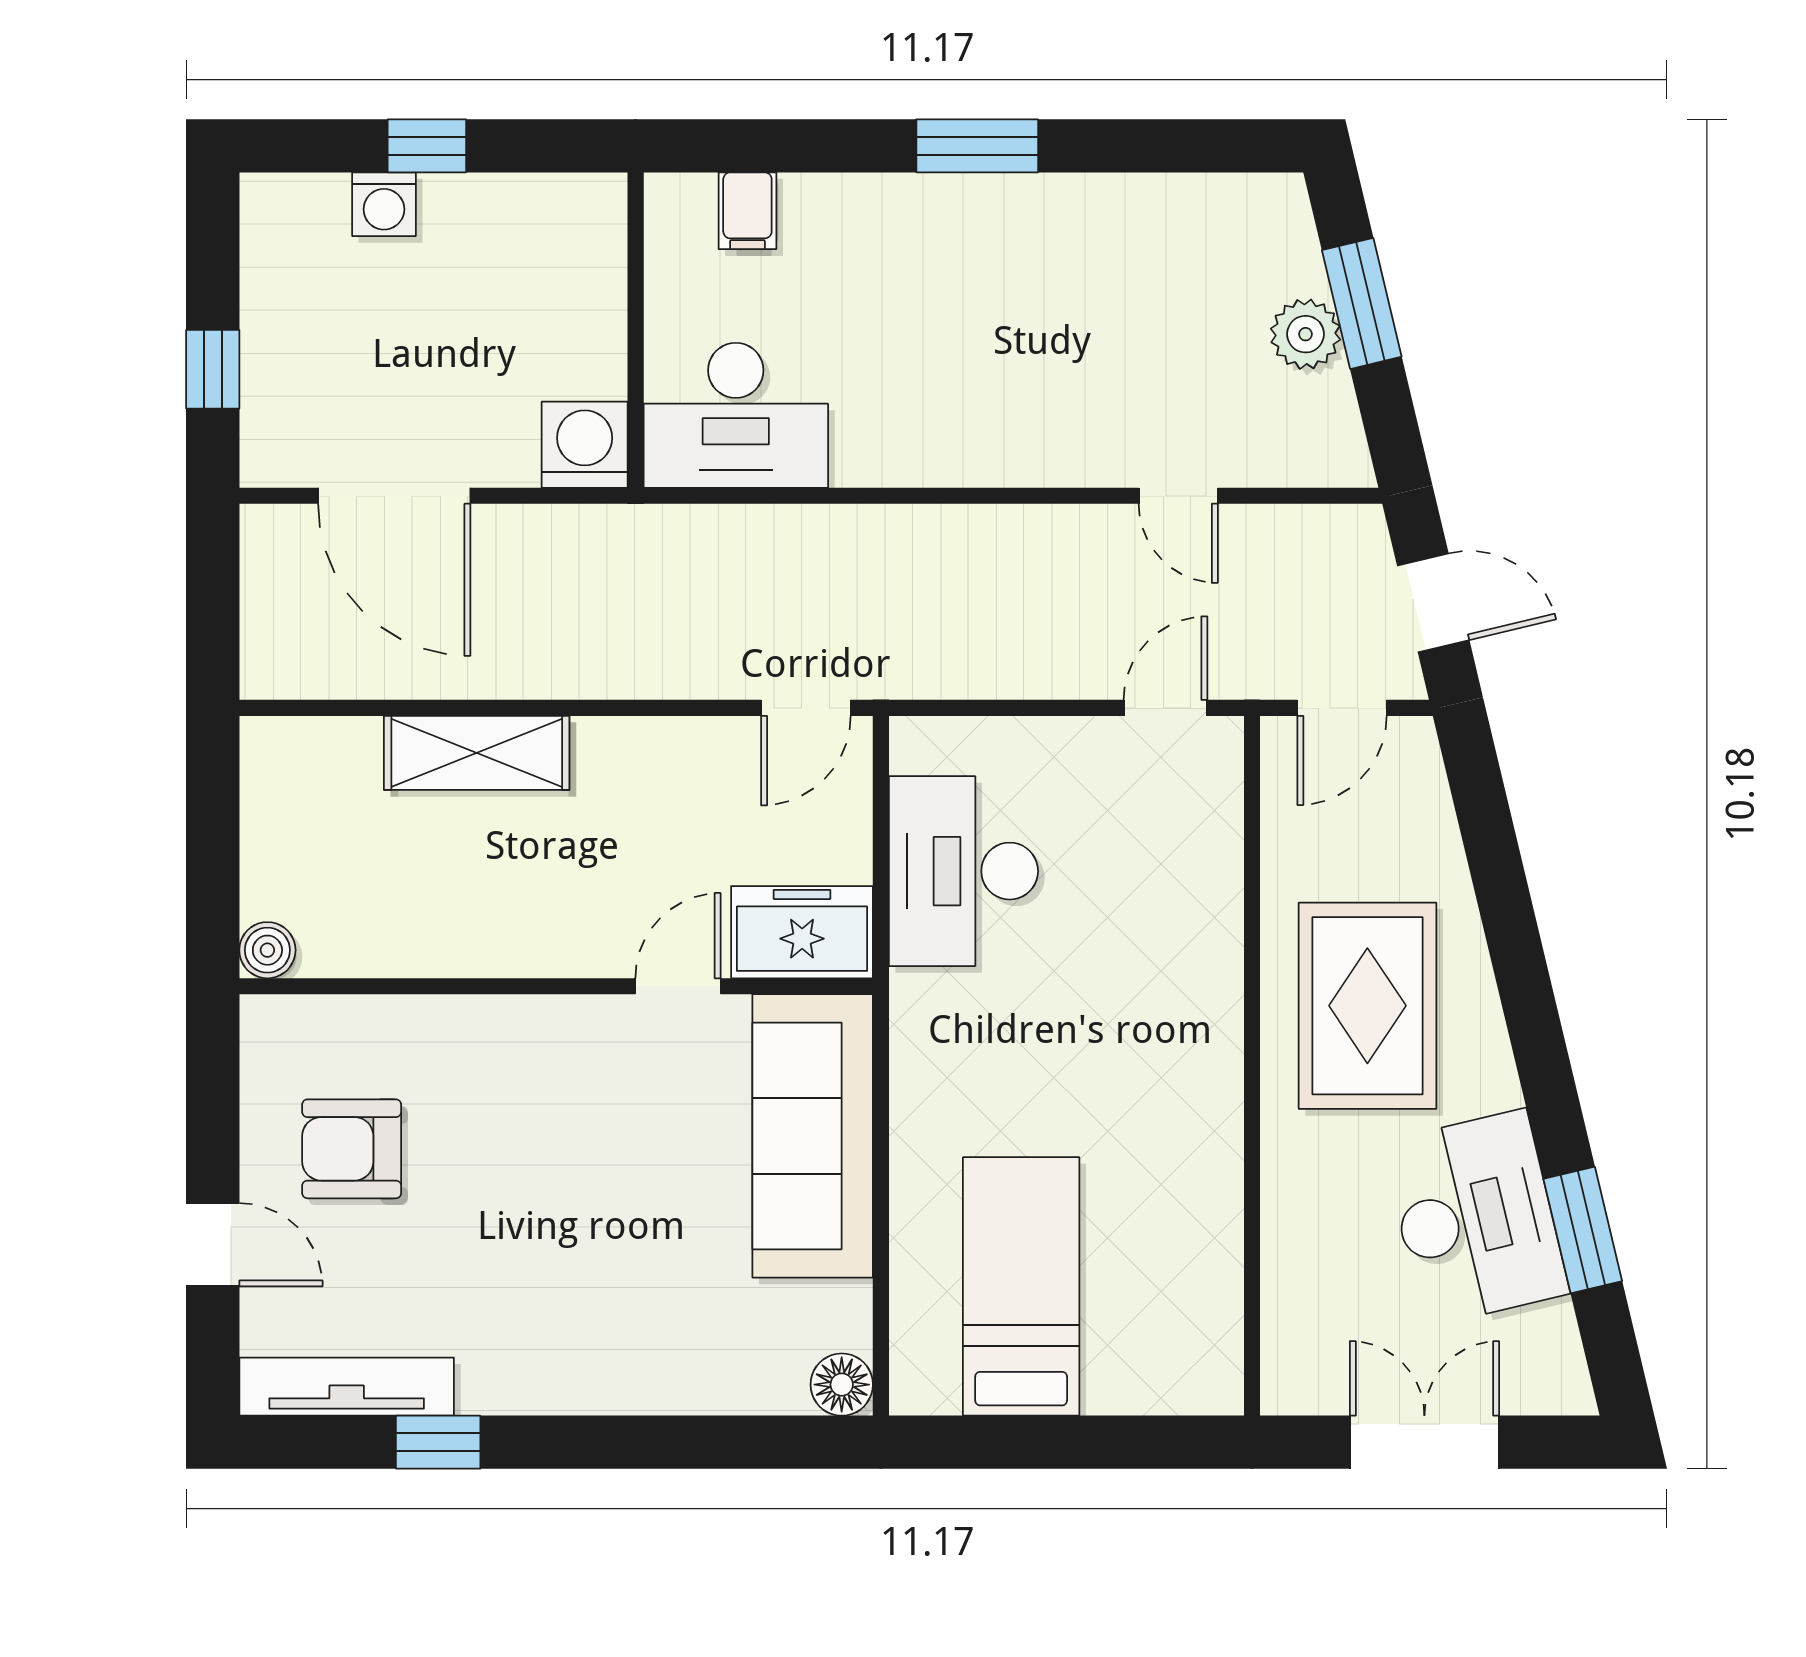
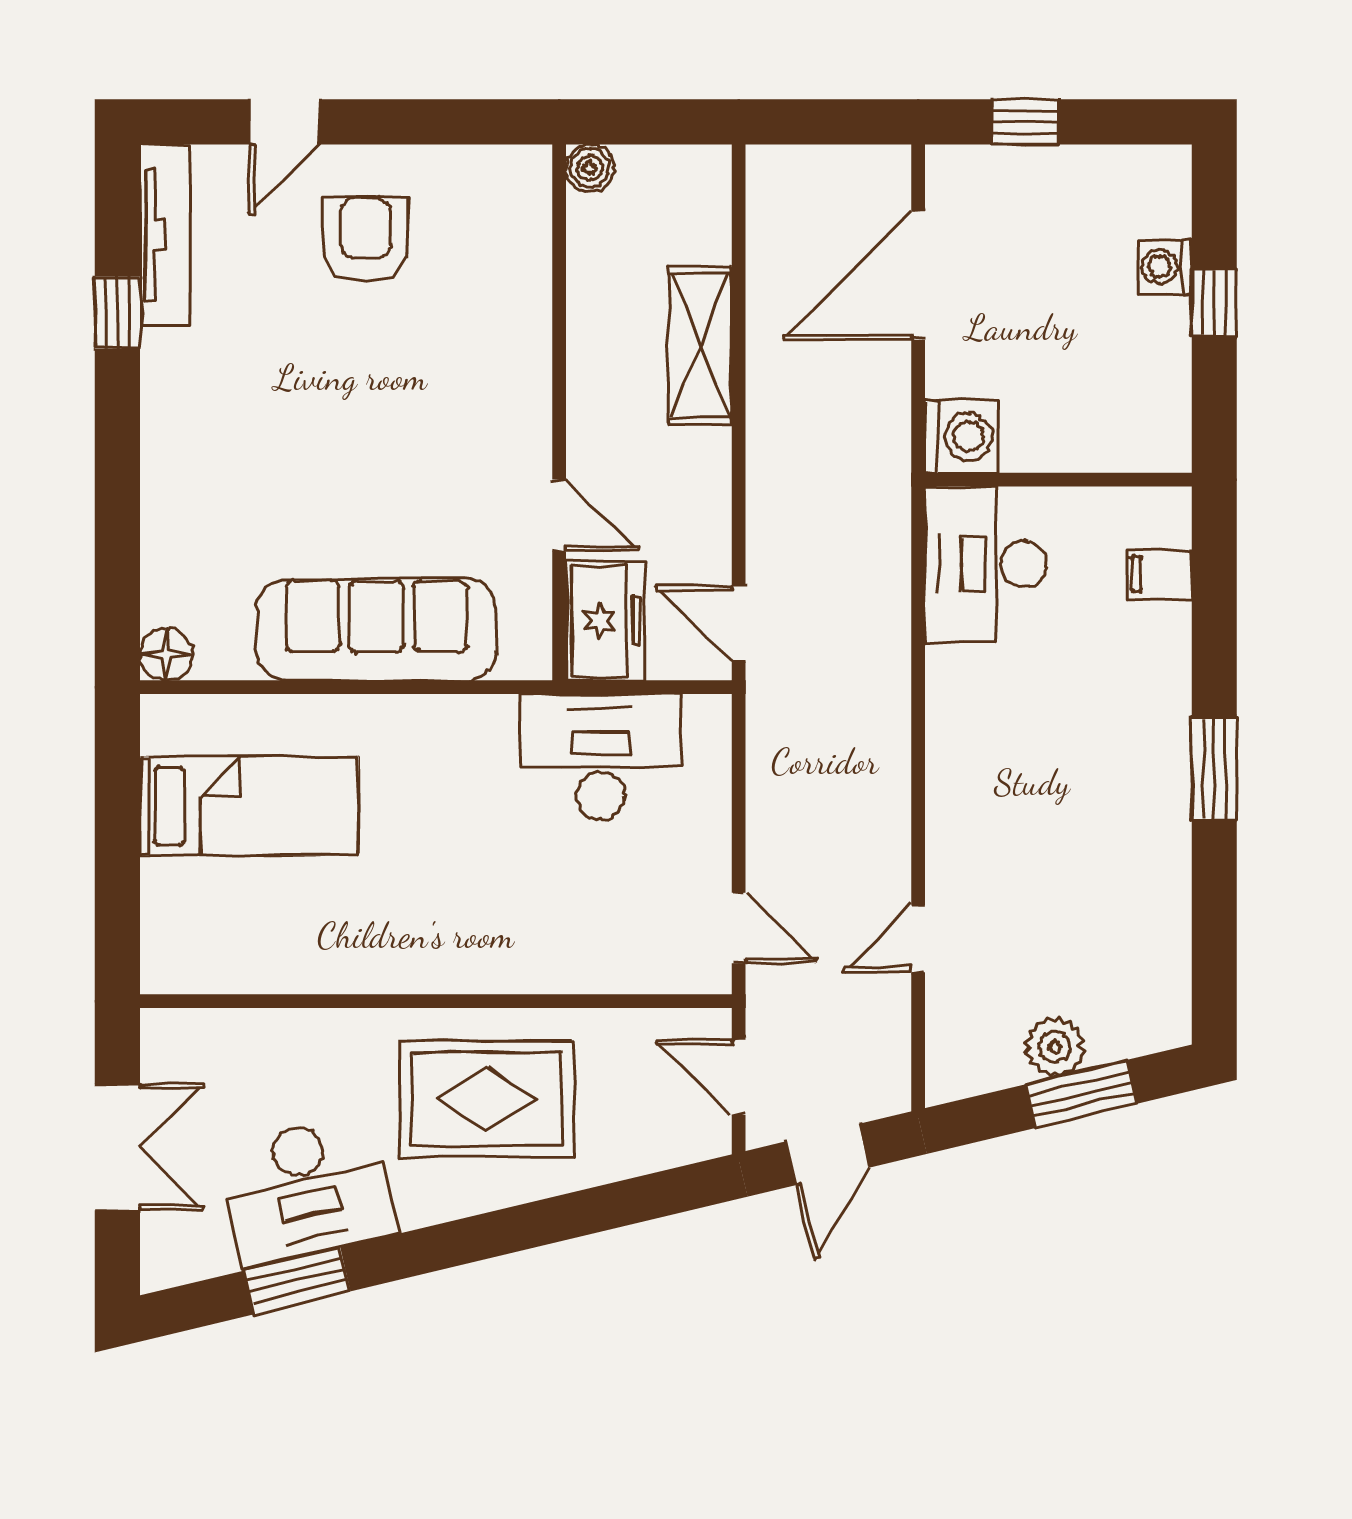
freezer: (802, 932) -> (605, 620), moved
boiler: (267, 950) -> (590, 168), moved
wall: (556, 986) -> (559, 412), moved
door: (678, 986) -> (559, 515), moved

